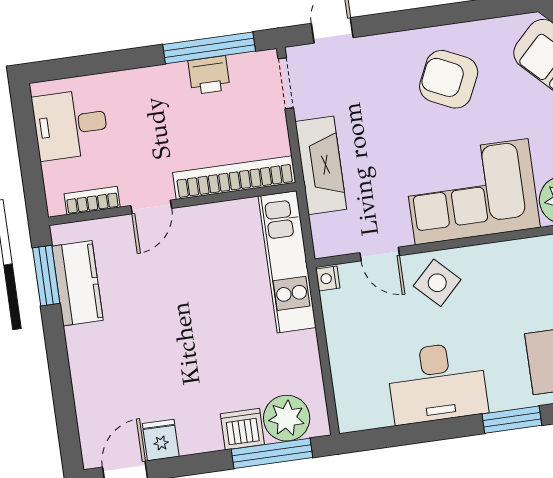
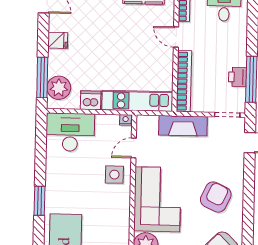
side table: (437, 283) -> (114, 175), turned 45
desk: (437, 383) -> (70, 132), moved, turned 90
dishwasher: (242, 429) -> (91, 100), moved, turned -90
fridge: (161, 440) -> (58, 40), moved

